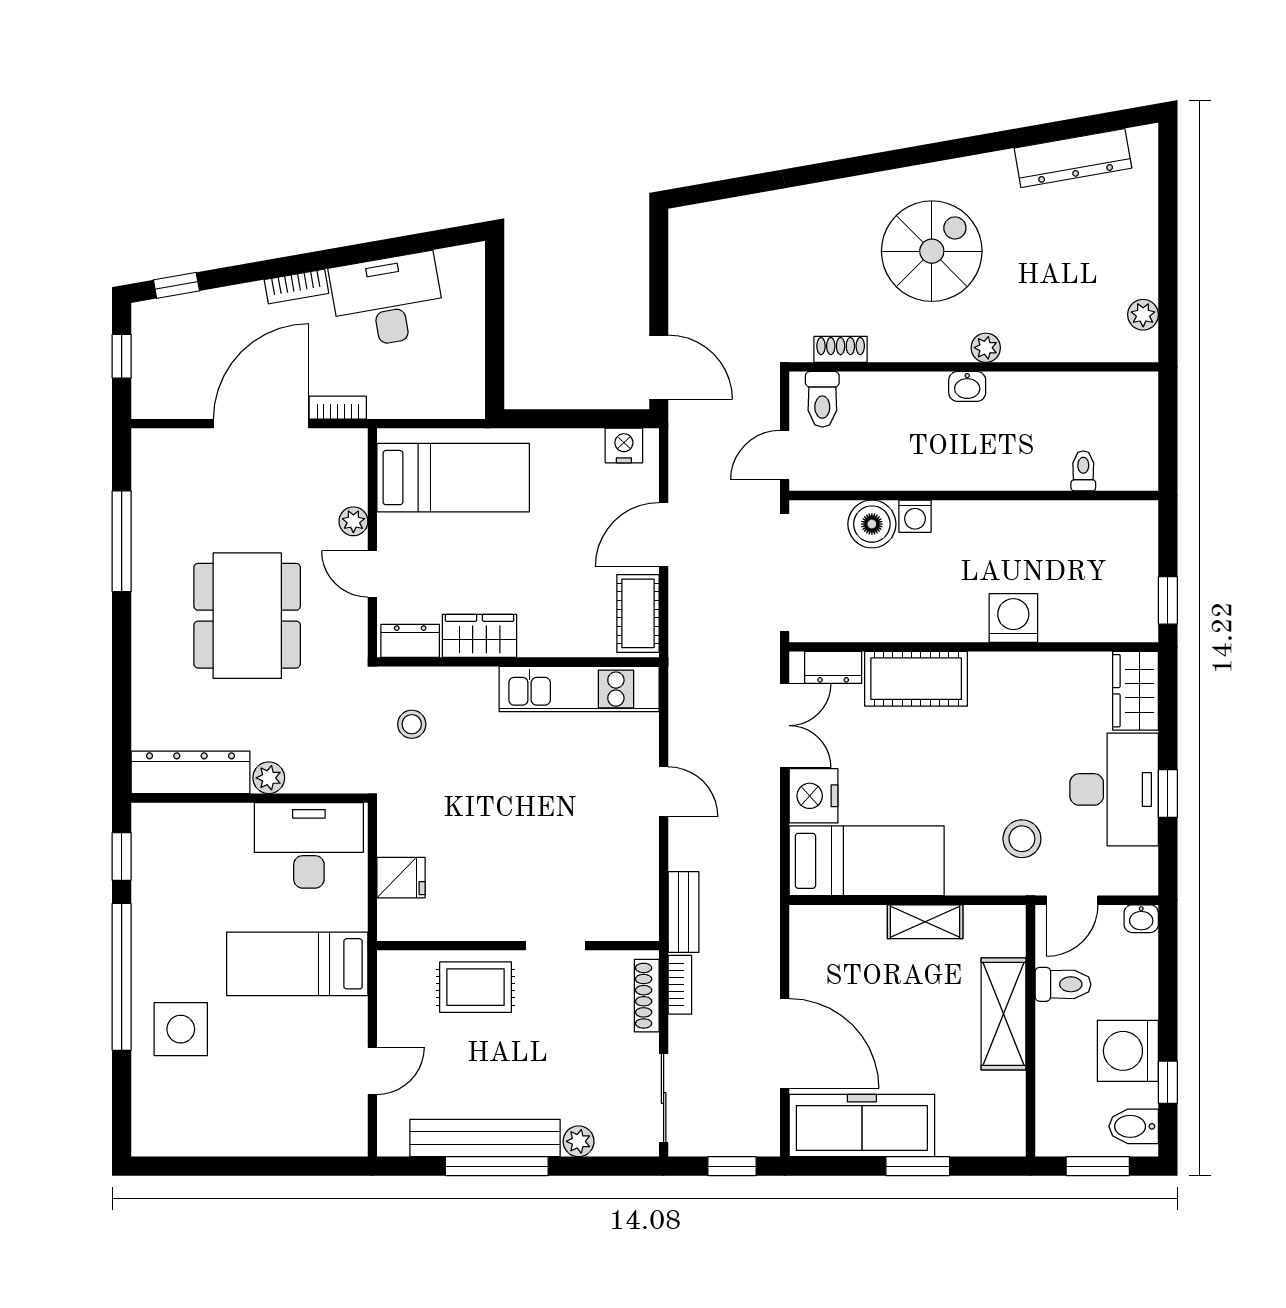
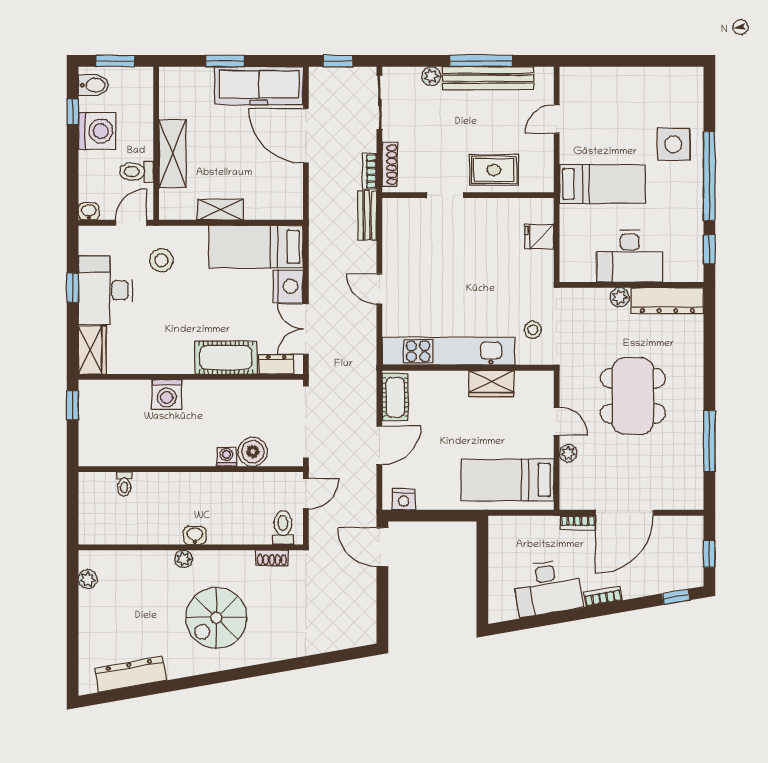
dresser: (410, 641) -> (534, 381), removed
kitchen unit: (579, 689) -> (449, 351), width x1.36
desk: (309, 845) -> (630, 256), moved

